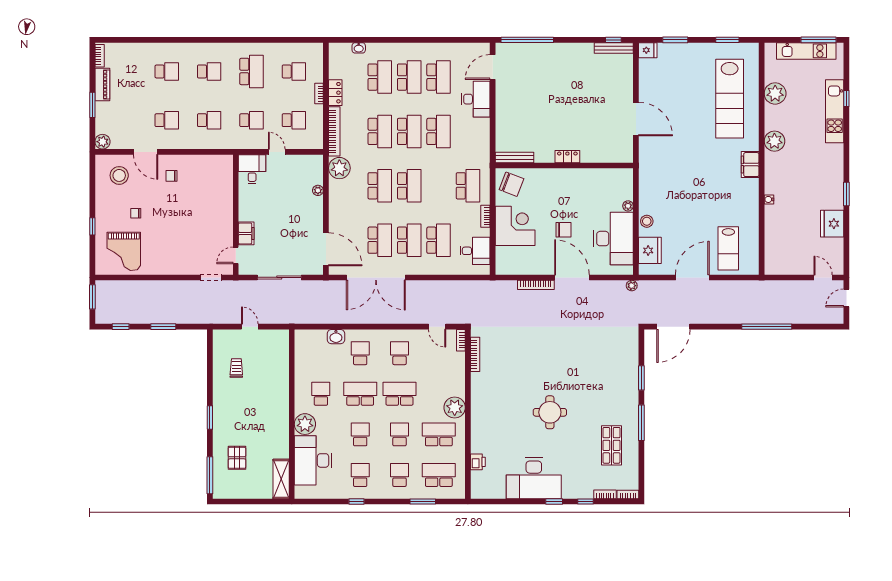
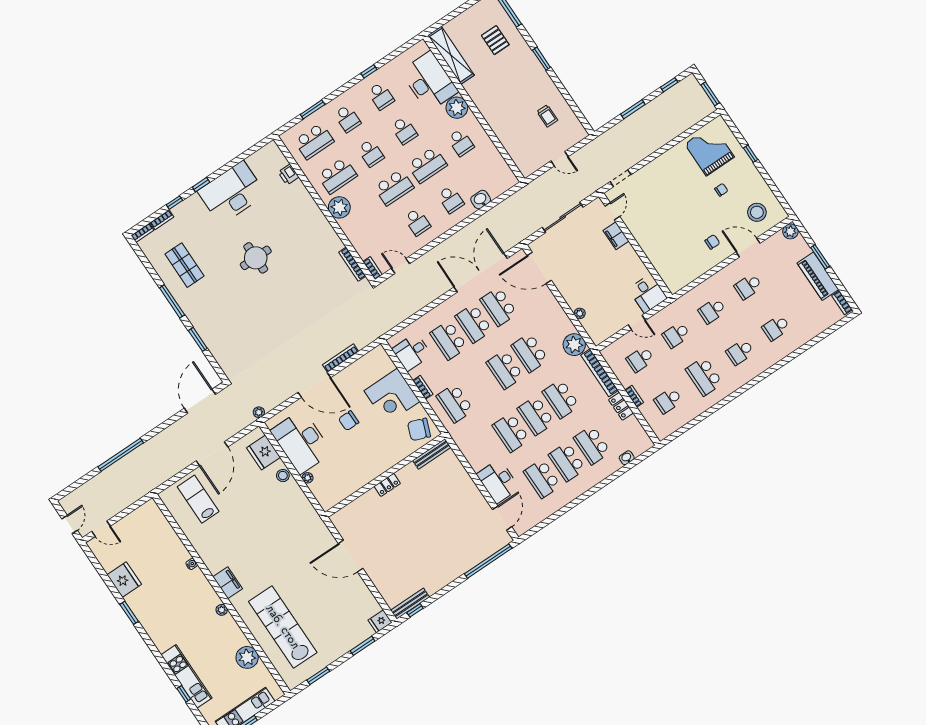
piano: (102, 84) -> (818, 276), width x1.37, depth x1.33
plant: (774, 141) -> (222, 610), width x0.53, depth x0.53
shelving: (281, 479) -> (451, 55), width x1.47

